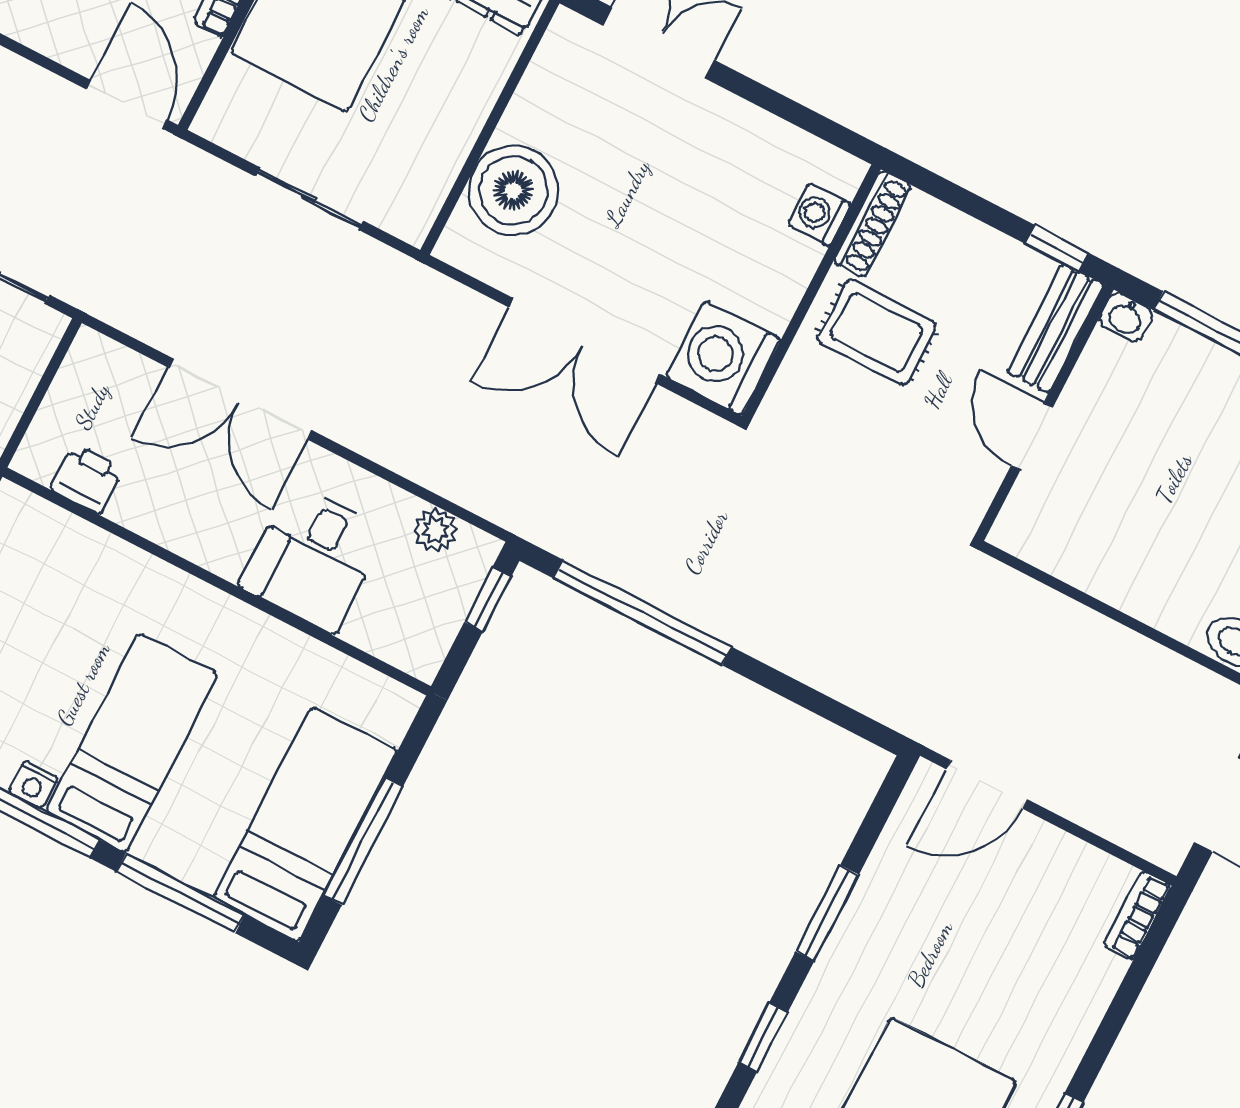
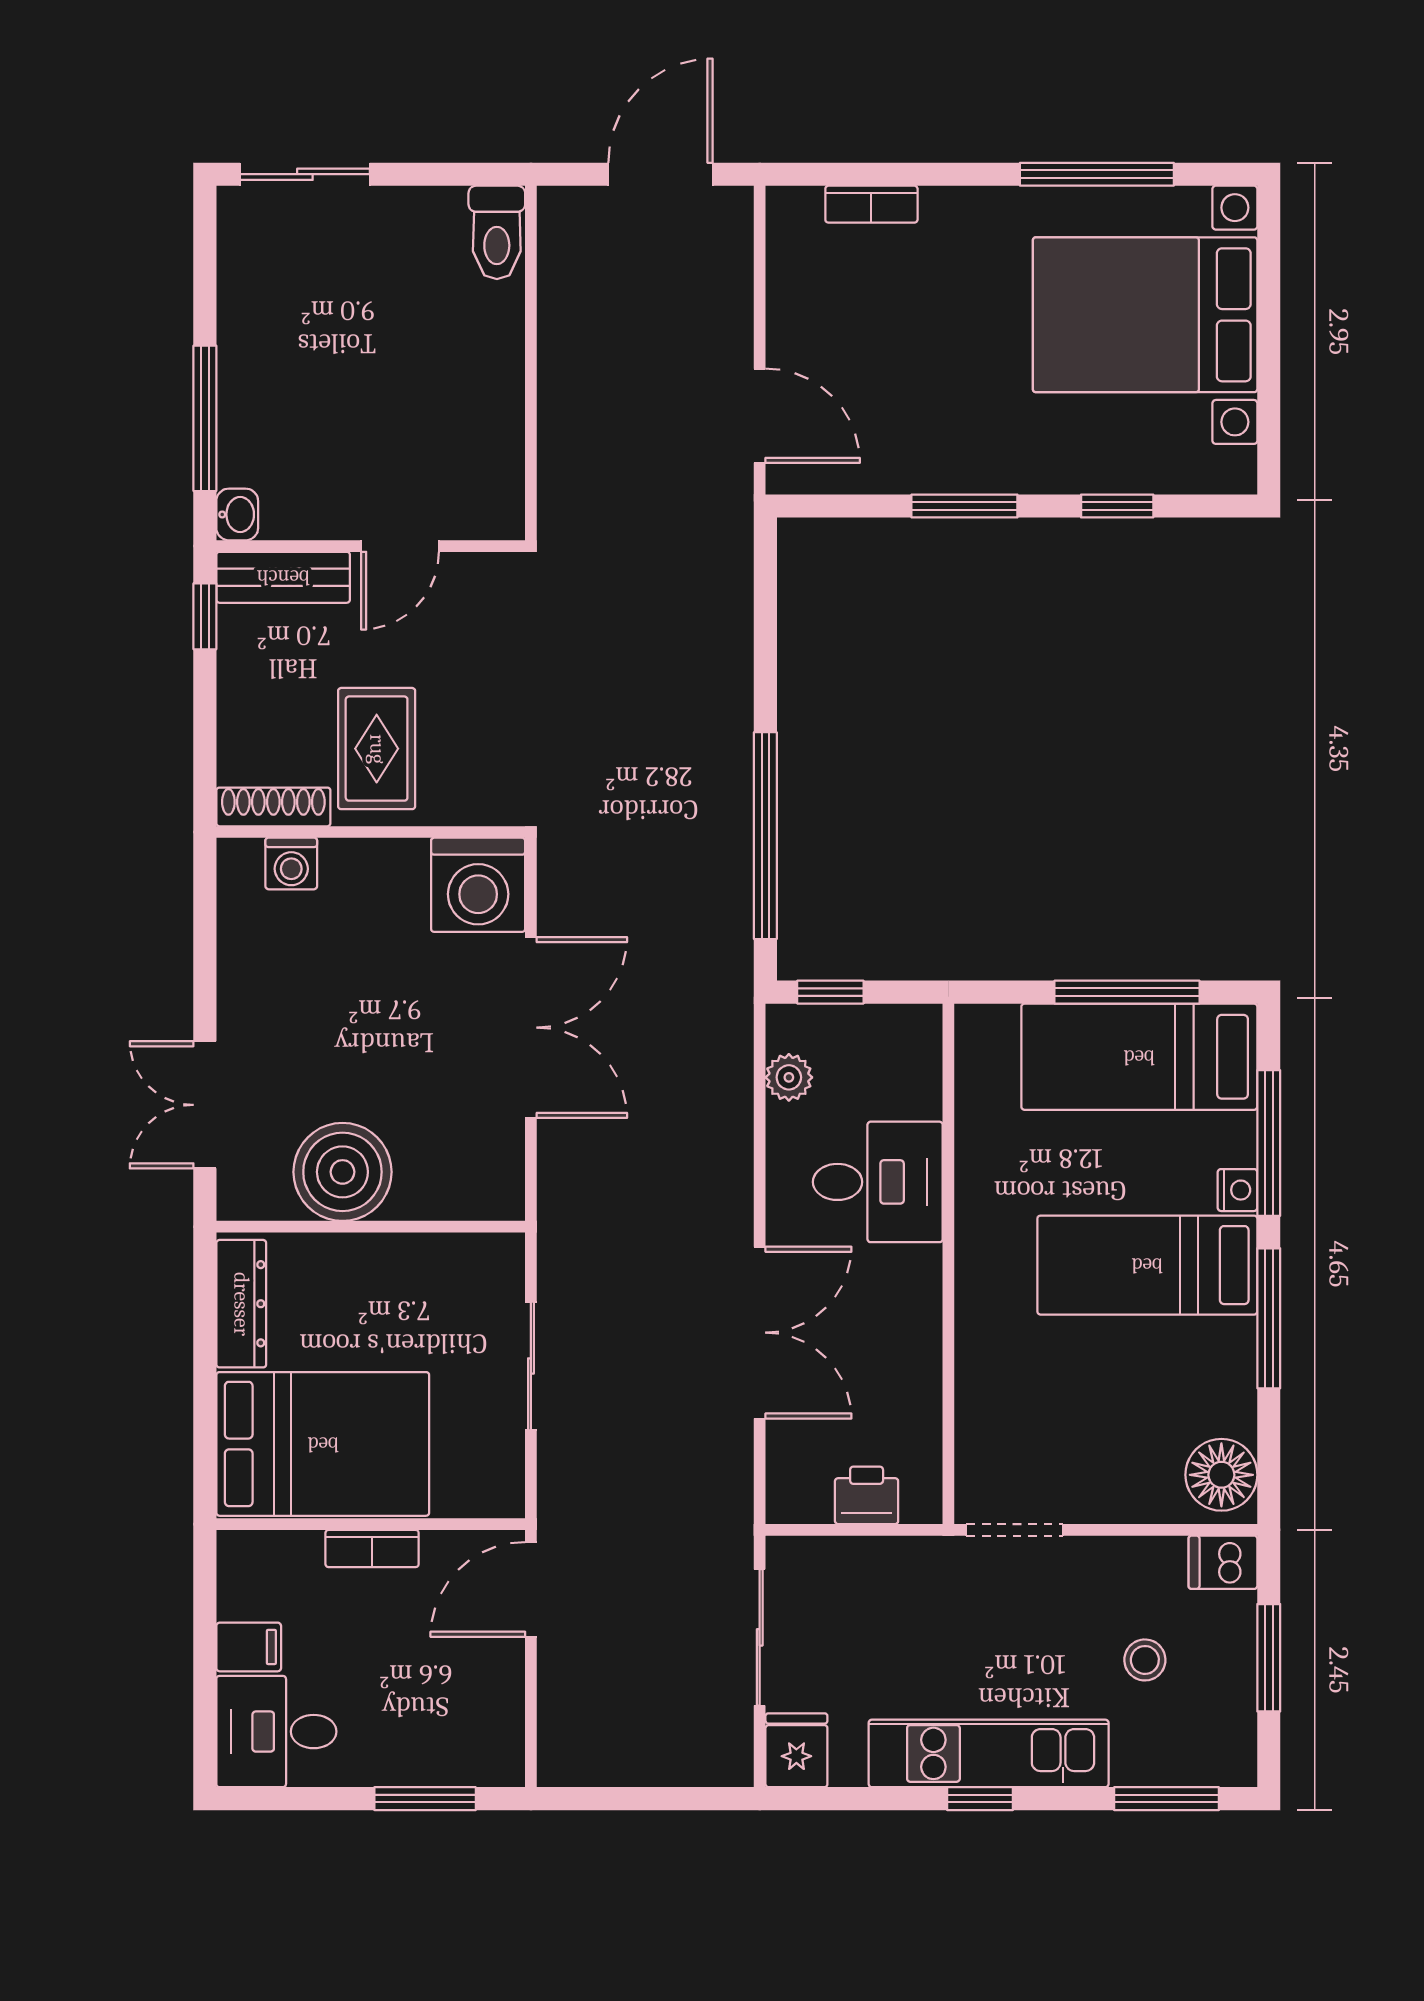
boiler: (513, 191) -> (342, 1172), moved
printer: (87, 479) -> (867, 1495), moved, turned 90
nightstand: (33, 785) -> (1238, 1190), moved
bookcase: (1137, 915) -> (871, 204), moved

